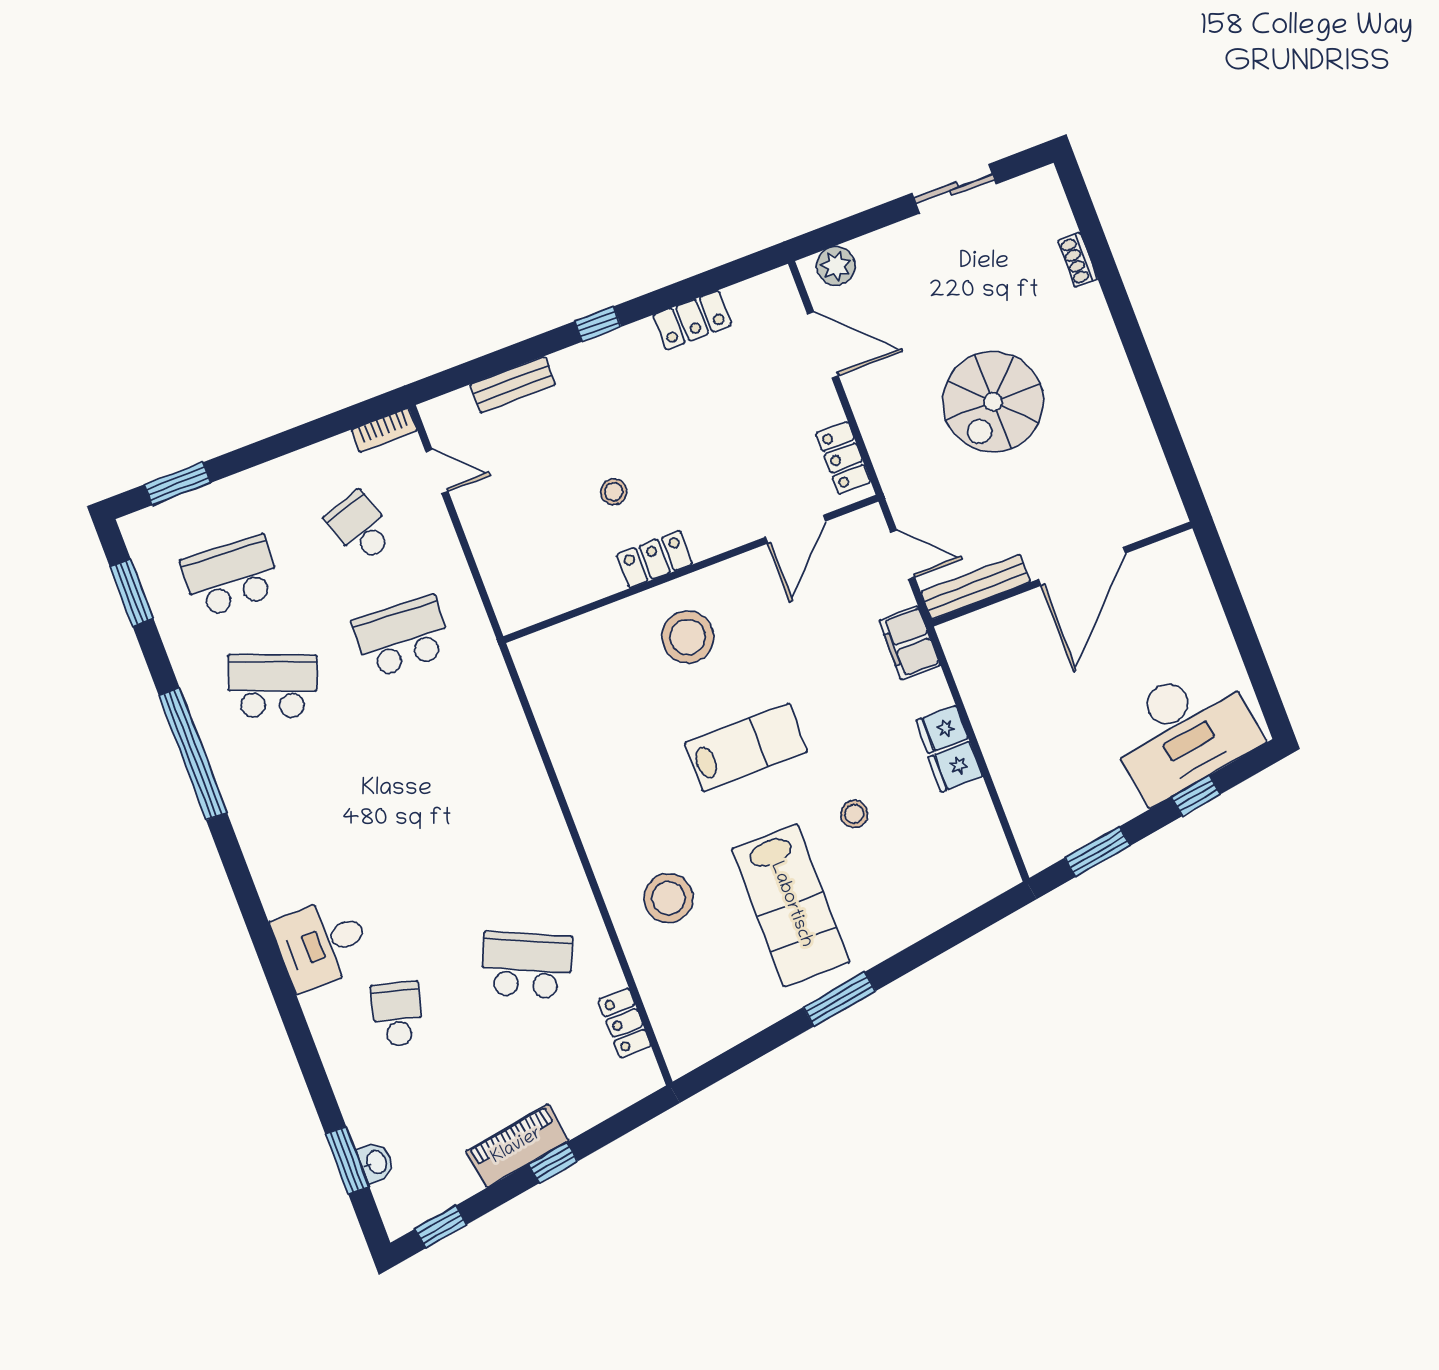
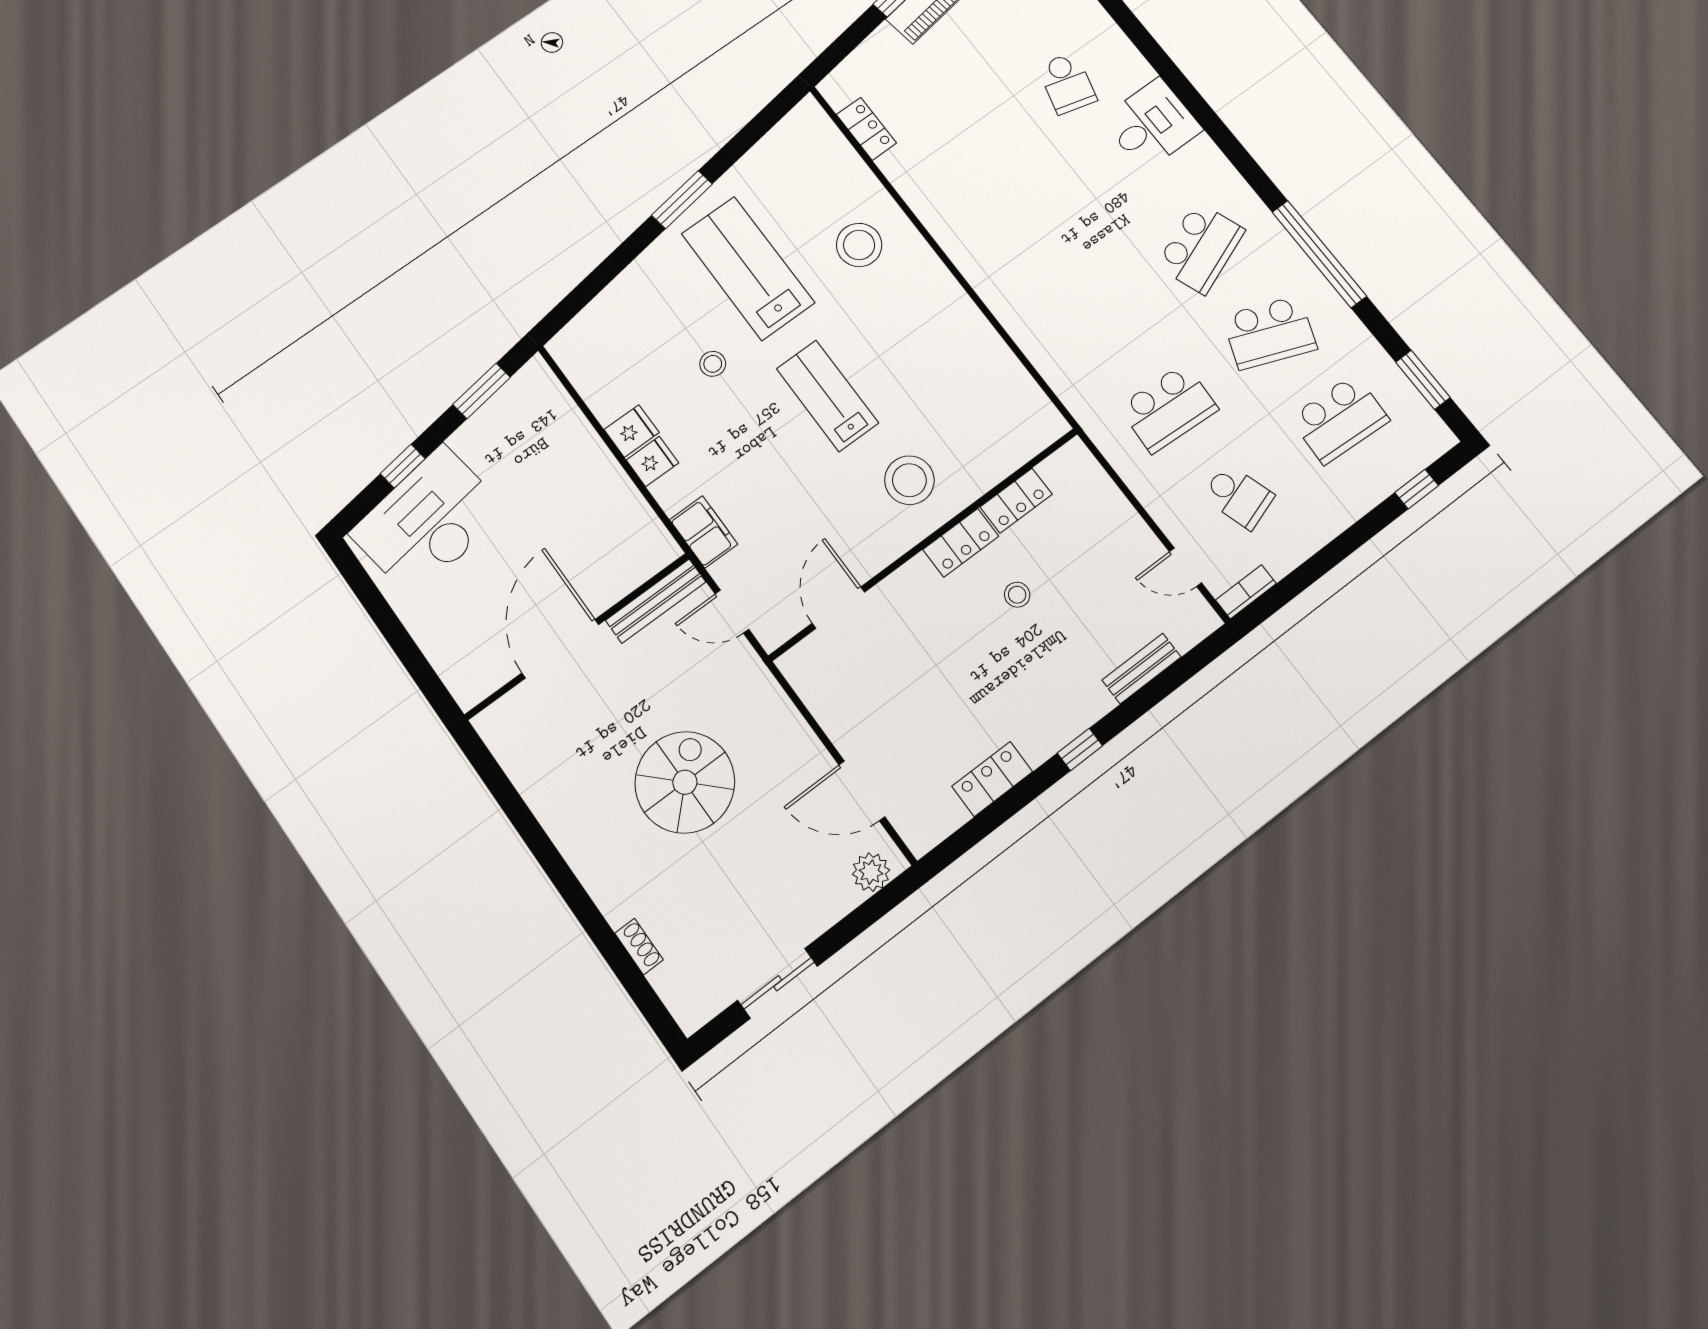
locker: (843, 458) -> (1016, 501), moved, turned 90
window: (177, 484) -> (1417, 489), width x0.67
lab bench: (746, 747) -> (827, 396), turned 90
school desk: (527, 965) -> (1201, 248), moved, turned -45

